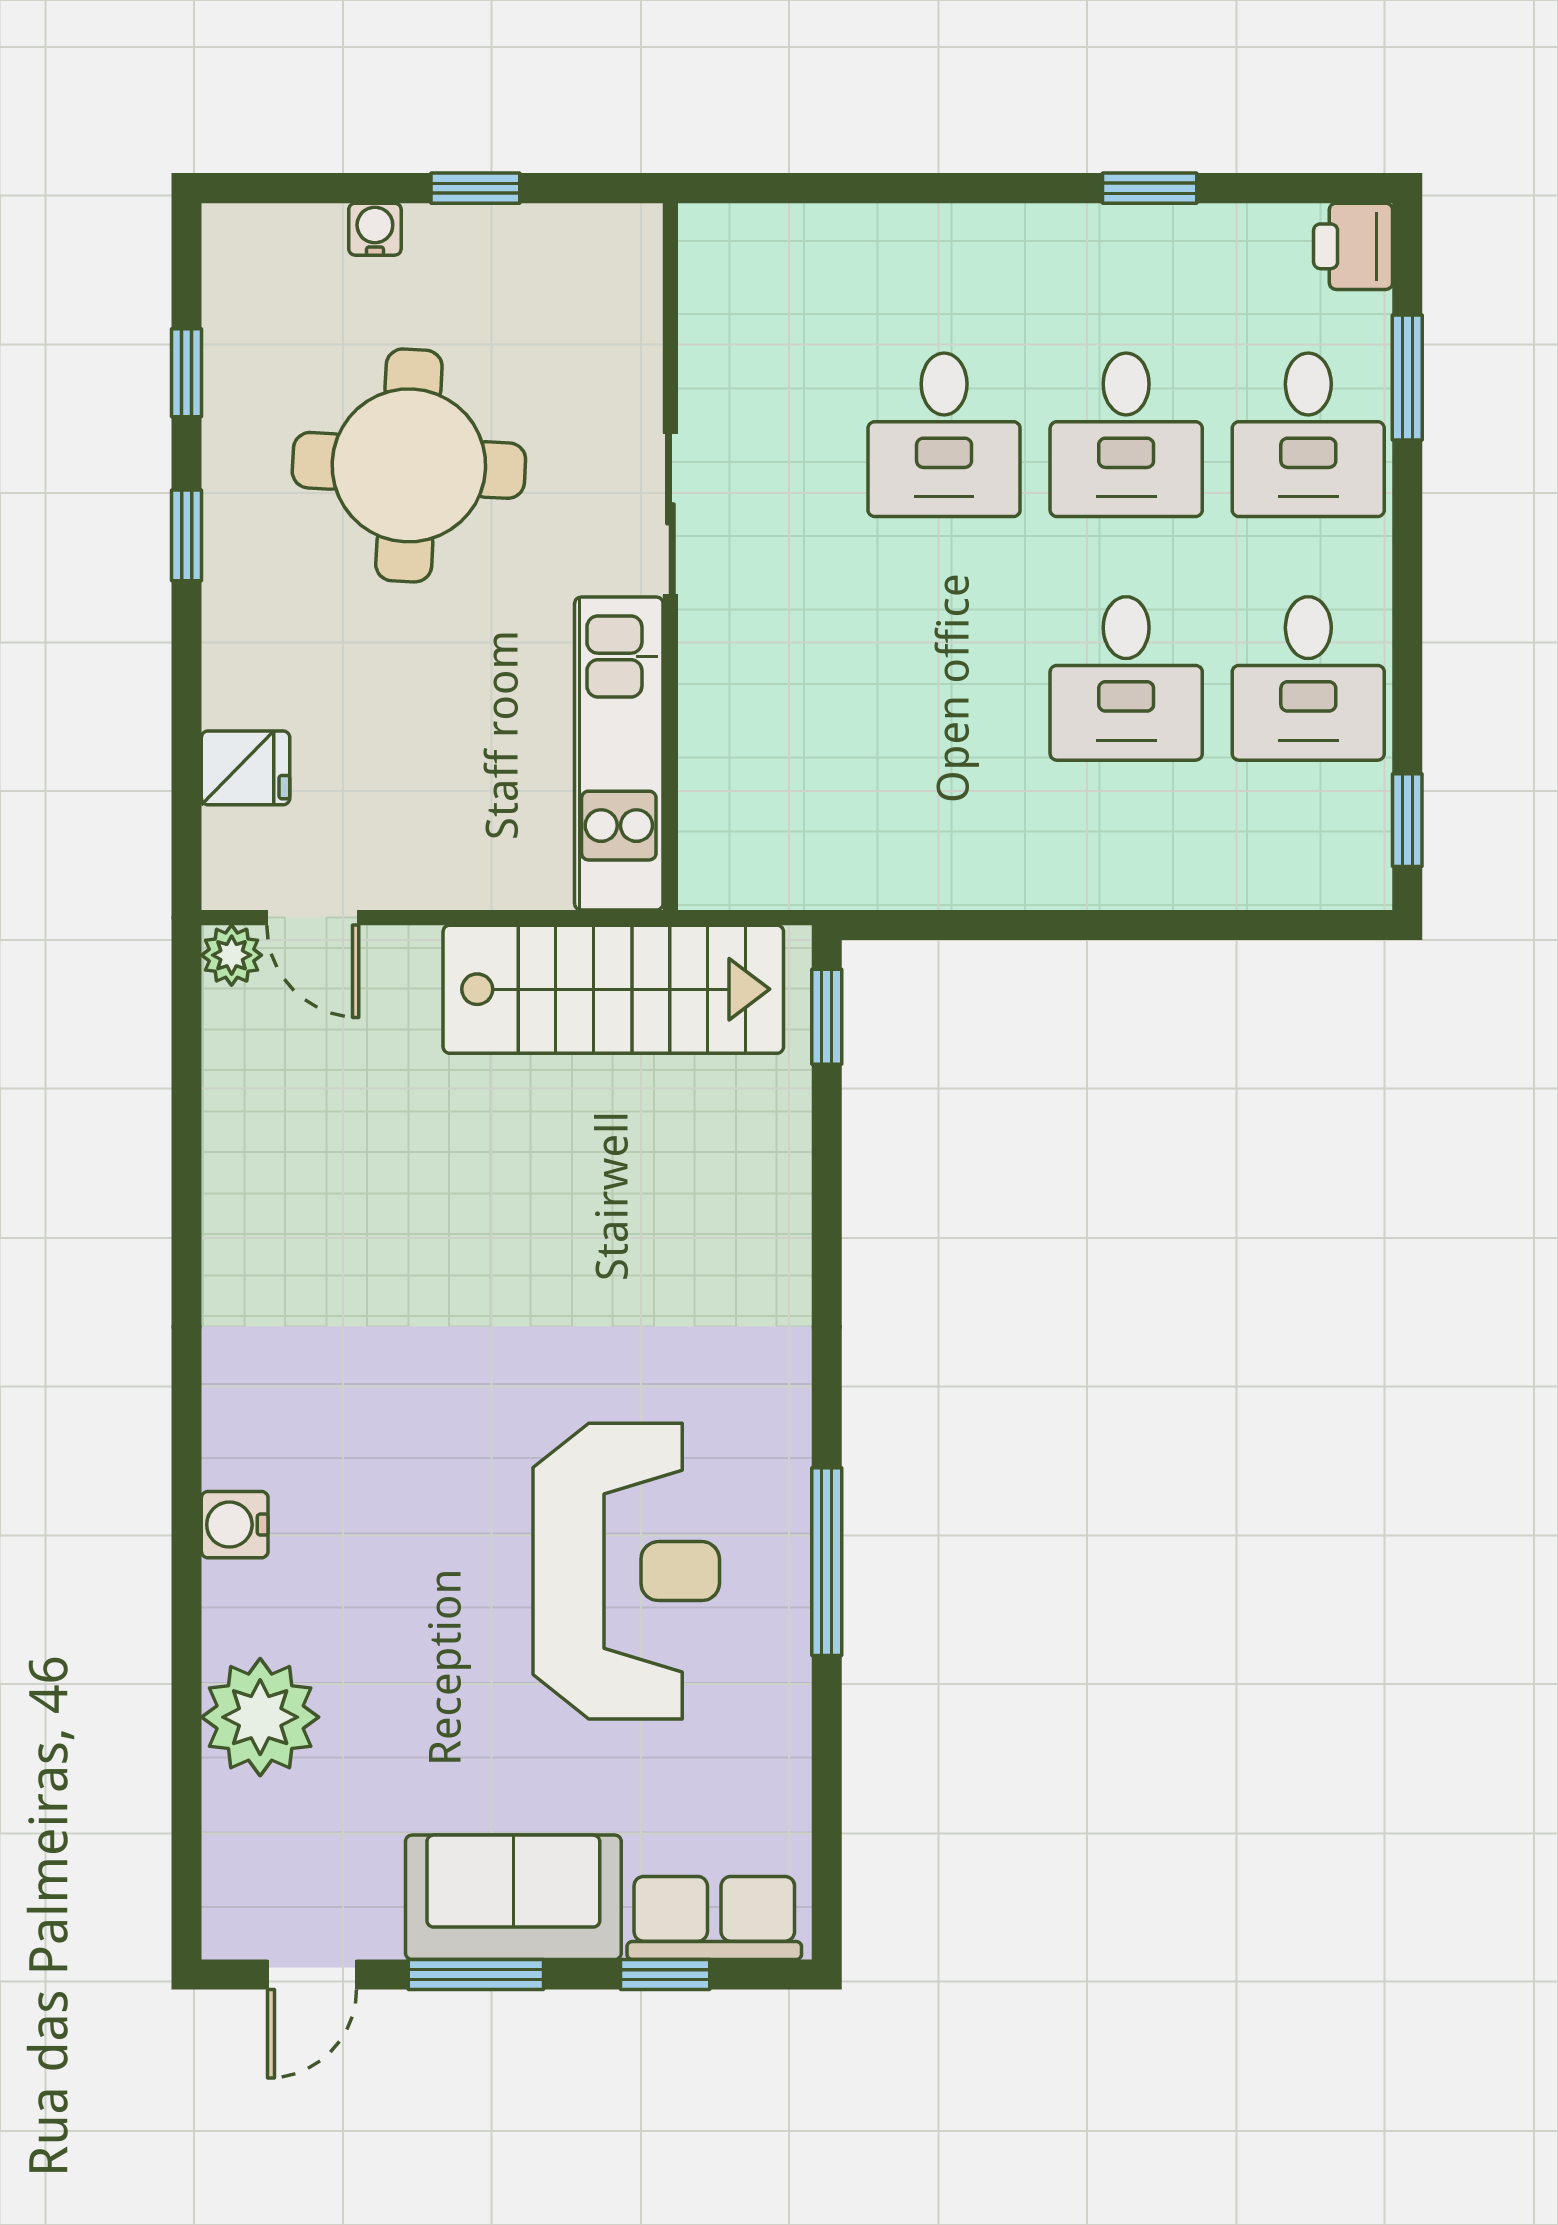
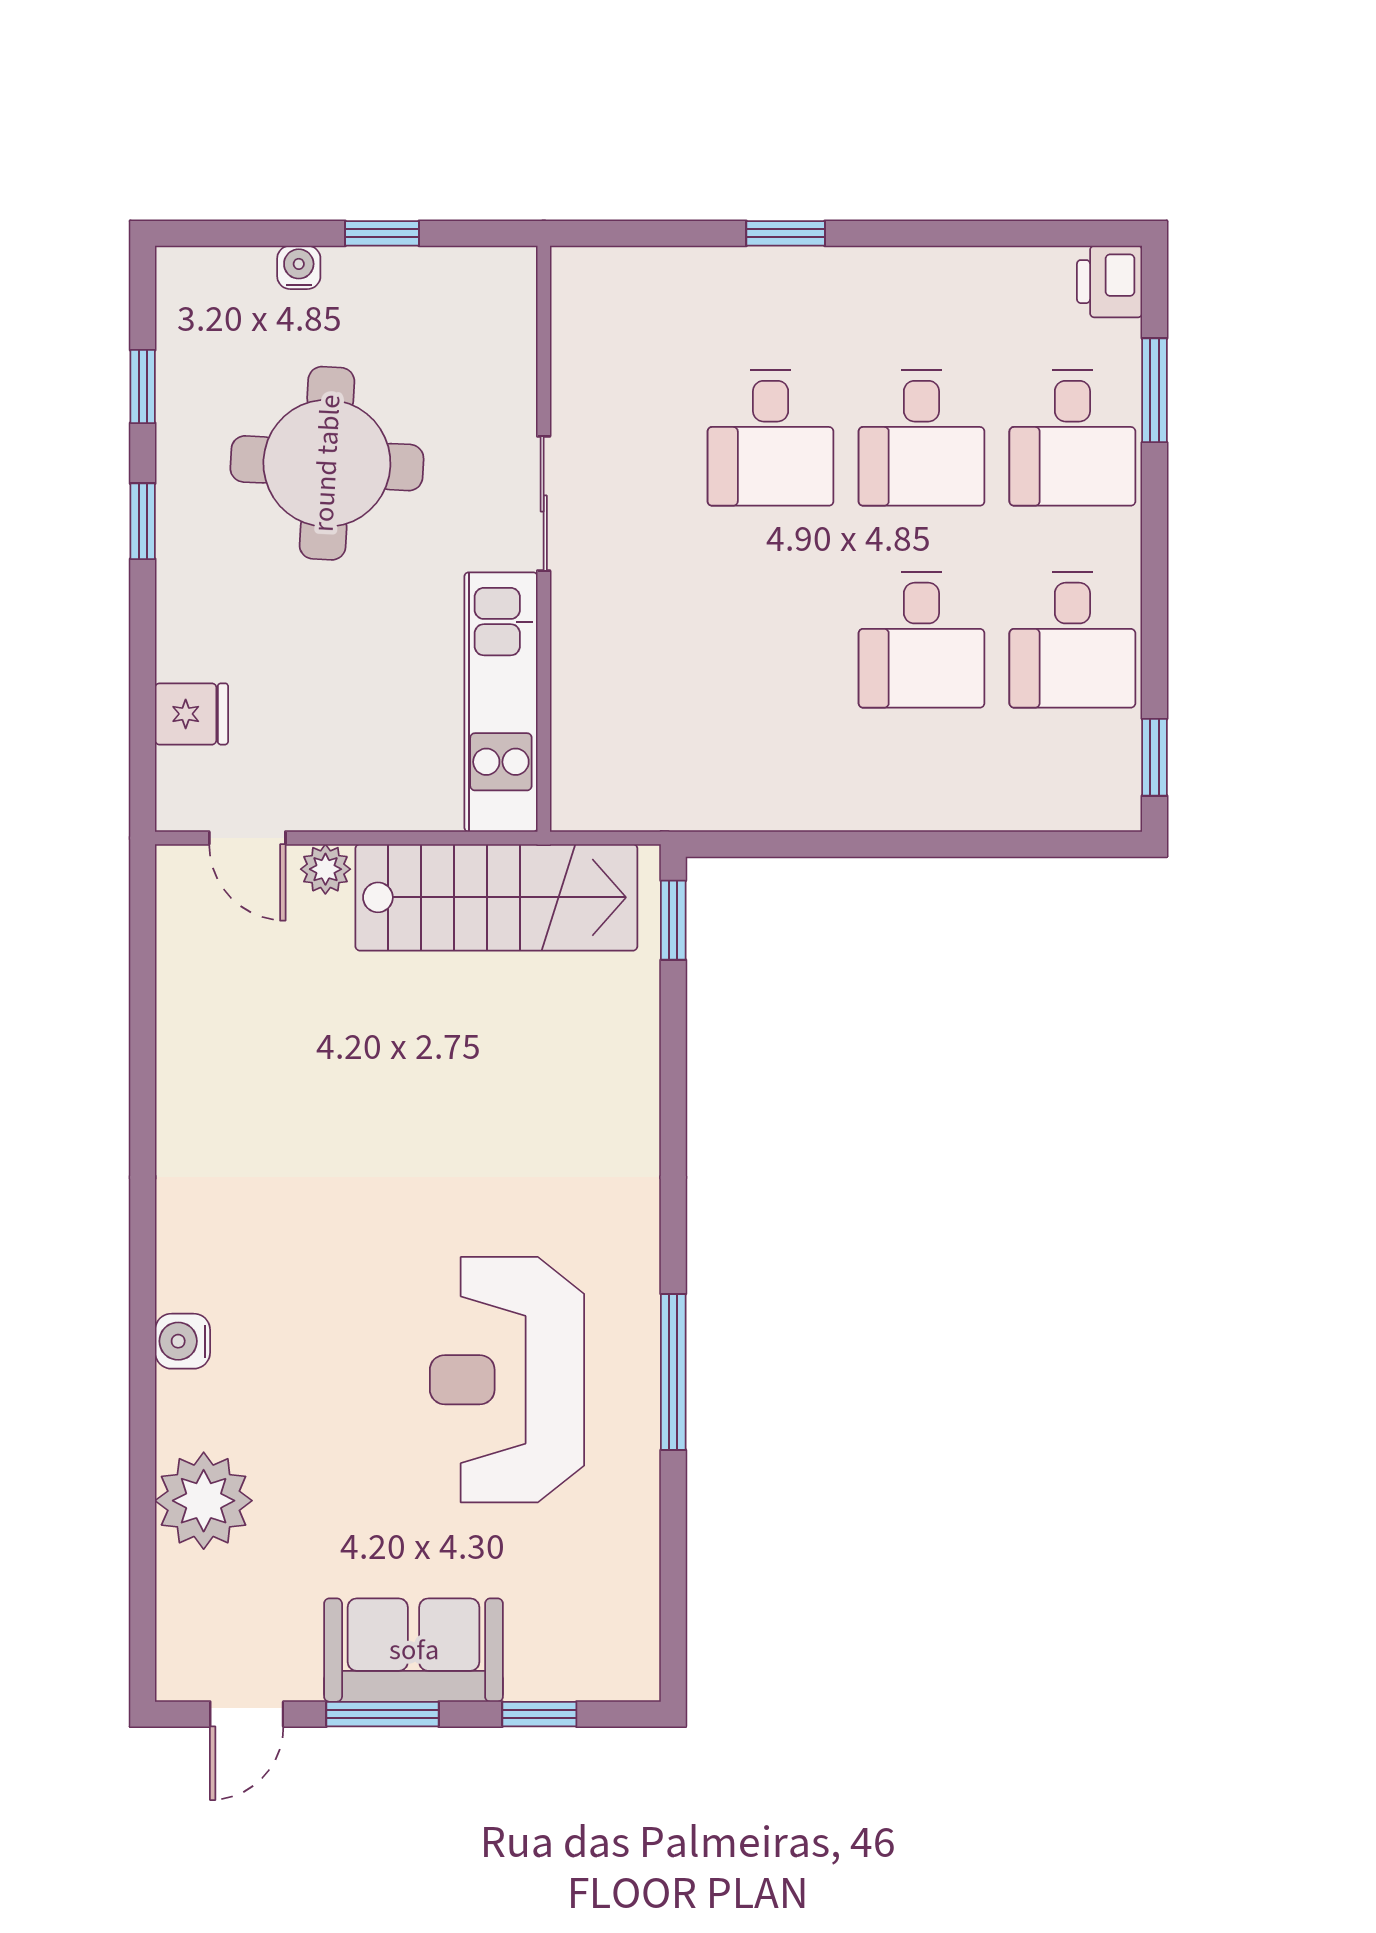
window: (1150, 188) -> (786, 233), moved
plant: (232, 955) -> (325, 869), moved
reception desk: (626, 1571) -> (507, 1380), turned 180
row of seats: (714, 1918) -> (580, 1667), removed

